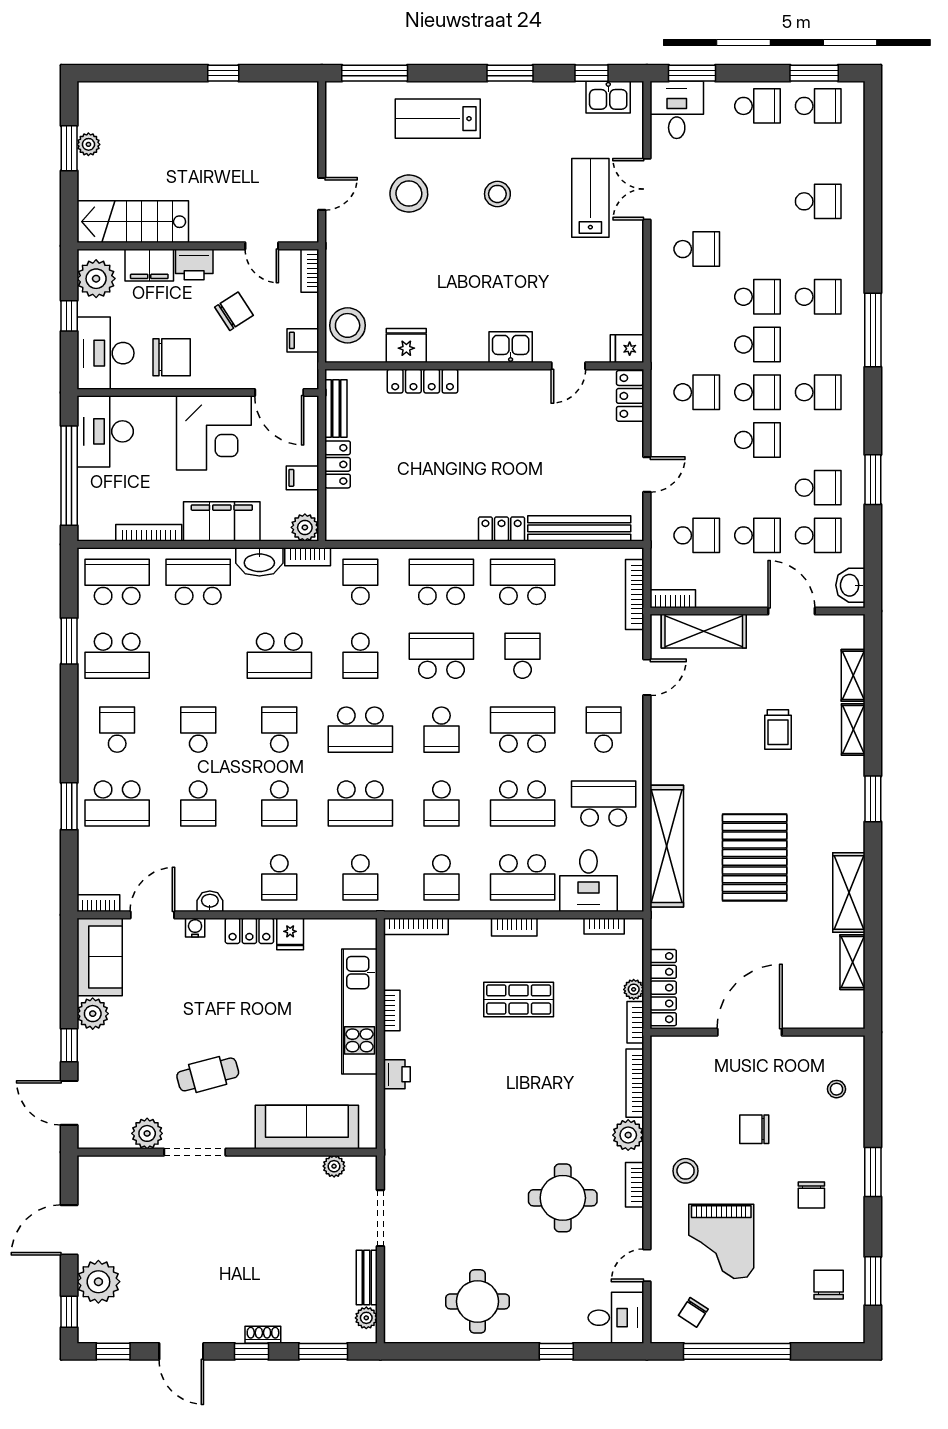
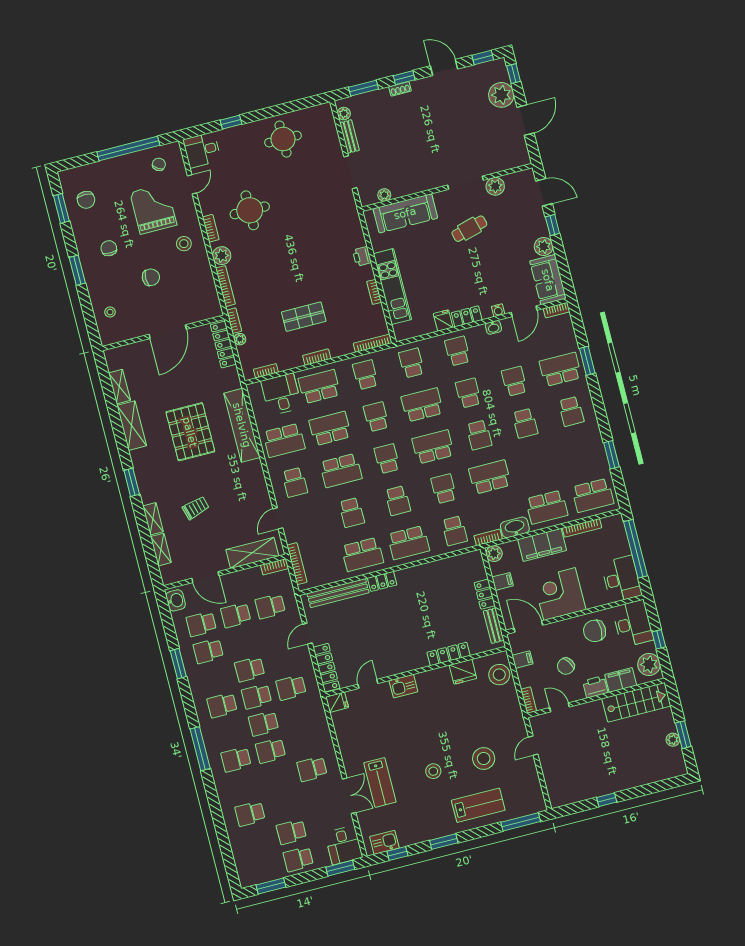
school desk: (818, 106) -> (291, 832), moved
locker: (630, 396) -> (326, 668), width x1.53
school desk: (117, 656) -> (582, 453), removed
school desk: (441, 656) -> (398, 501), width x0.54
trolley: (778, 729) -> (196, 508), turned 74

